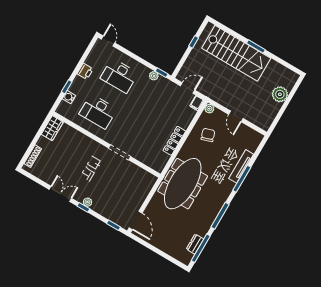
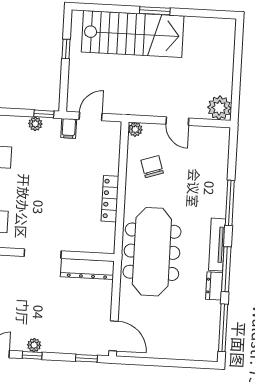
plant: (280, 94) -> (219, 108), moved
filing cabinet: (197, 103) -> (69, 128), moved
tv unit: (241, 166) -> (217, 245), moved
dresser: (141, 174) -> (87, 269), added
dresser: (195, 244) -> (214, 286), moved

